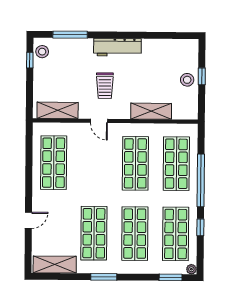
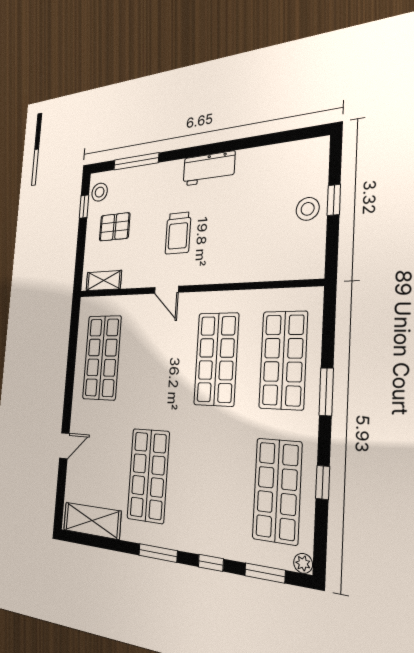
workbench: (117, 47) -> (209, 169), width x0.73
pallet: (57, 77) -> (115, 227), added
shelving: (58, 110) -> (104, 281), width x0.67, depth x0.75
shelving: (151, 111) -> (245, 269), removed
window: (201, 180) -> (326, 392), width x0.47
shop shelf: (135, 234) -> (209, 483), removed
window: (138, 277) -> (211, 563), added

